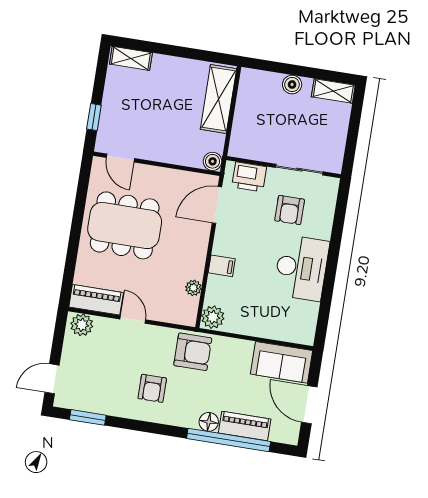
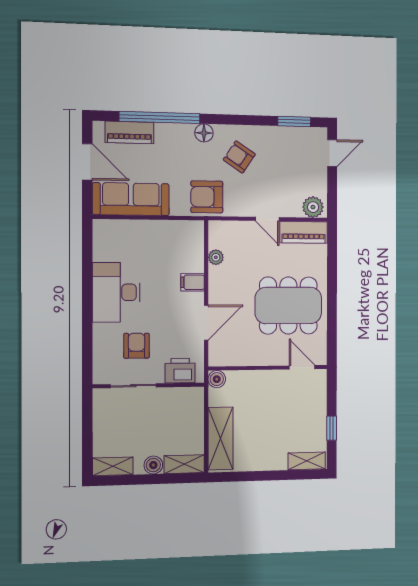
shelving: (260, 79) -> (184, 464), added
window: (94, 117) -> (332, 428), moved
door: (217, 205) -> (206, 323), moved
plant: (213, 317) -> (193, 232), removed
sofa: (282, 362) -> (131, 199), width x1.36
armchair: (152, 388) -> (239, 157), turned -56
floor lamp: (209, 422) -> (204, 133), moved
piano: (245, 426) -> (129, 132), moved

